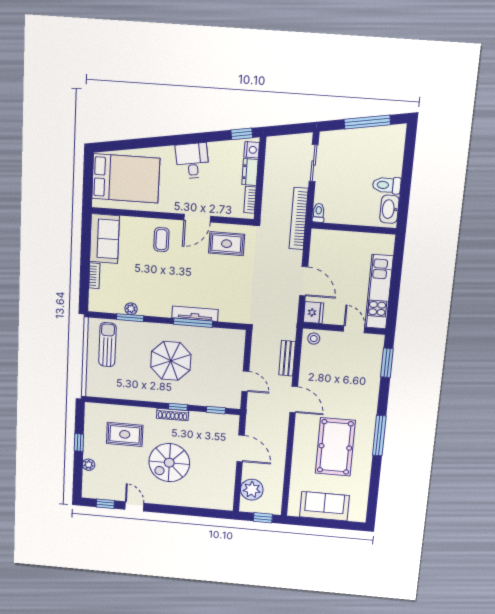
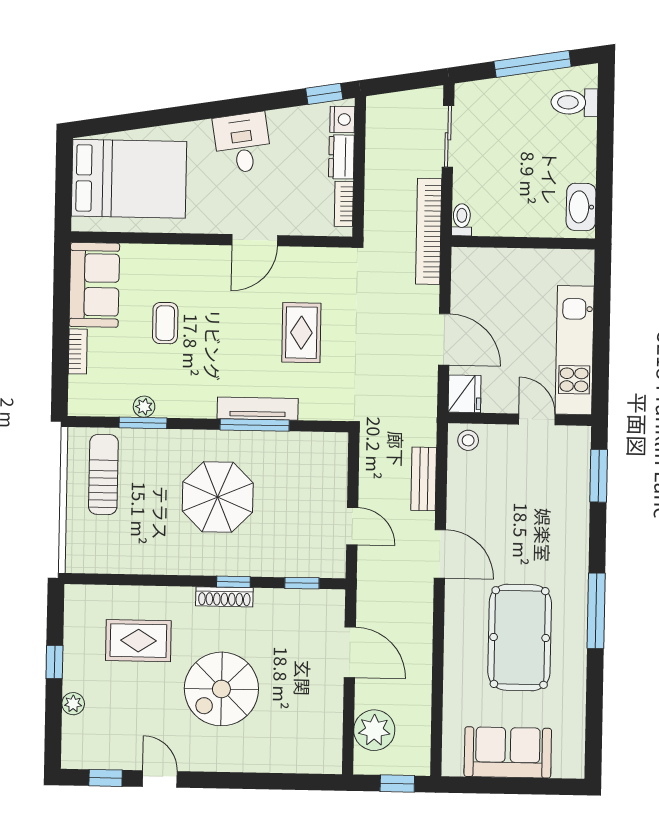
toilet: (387, 185) -> (574, 102), moved
coffee table: (161, 240) -> (165, 323), moved
rug: (227, 244) -> (301, 333), moved, turned 90

